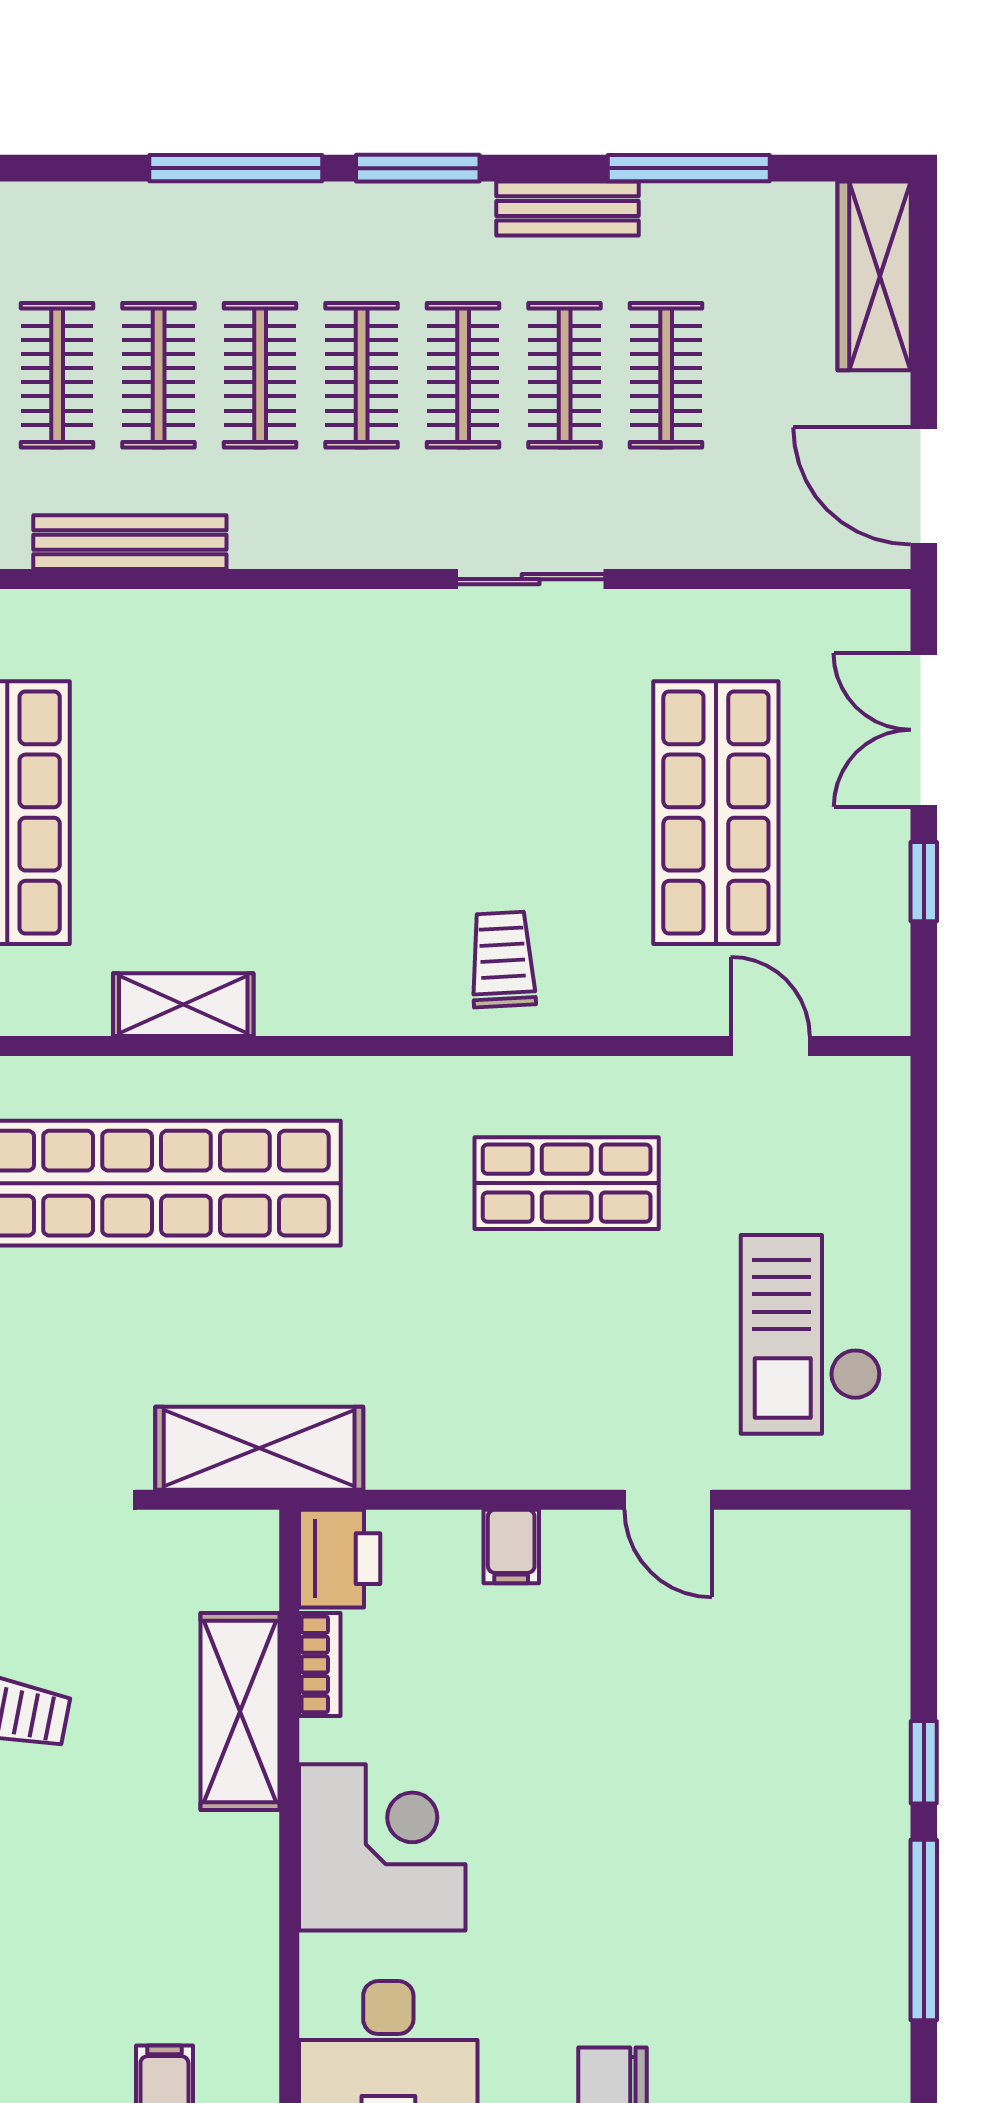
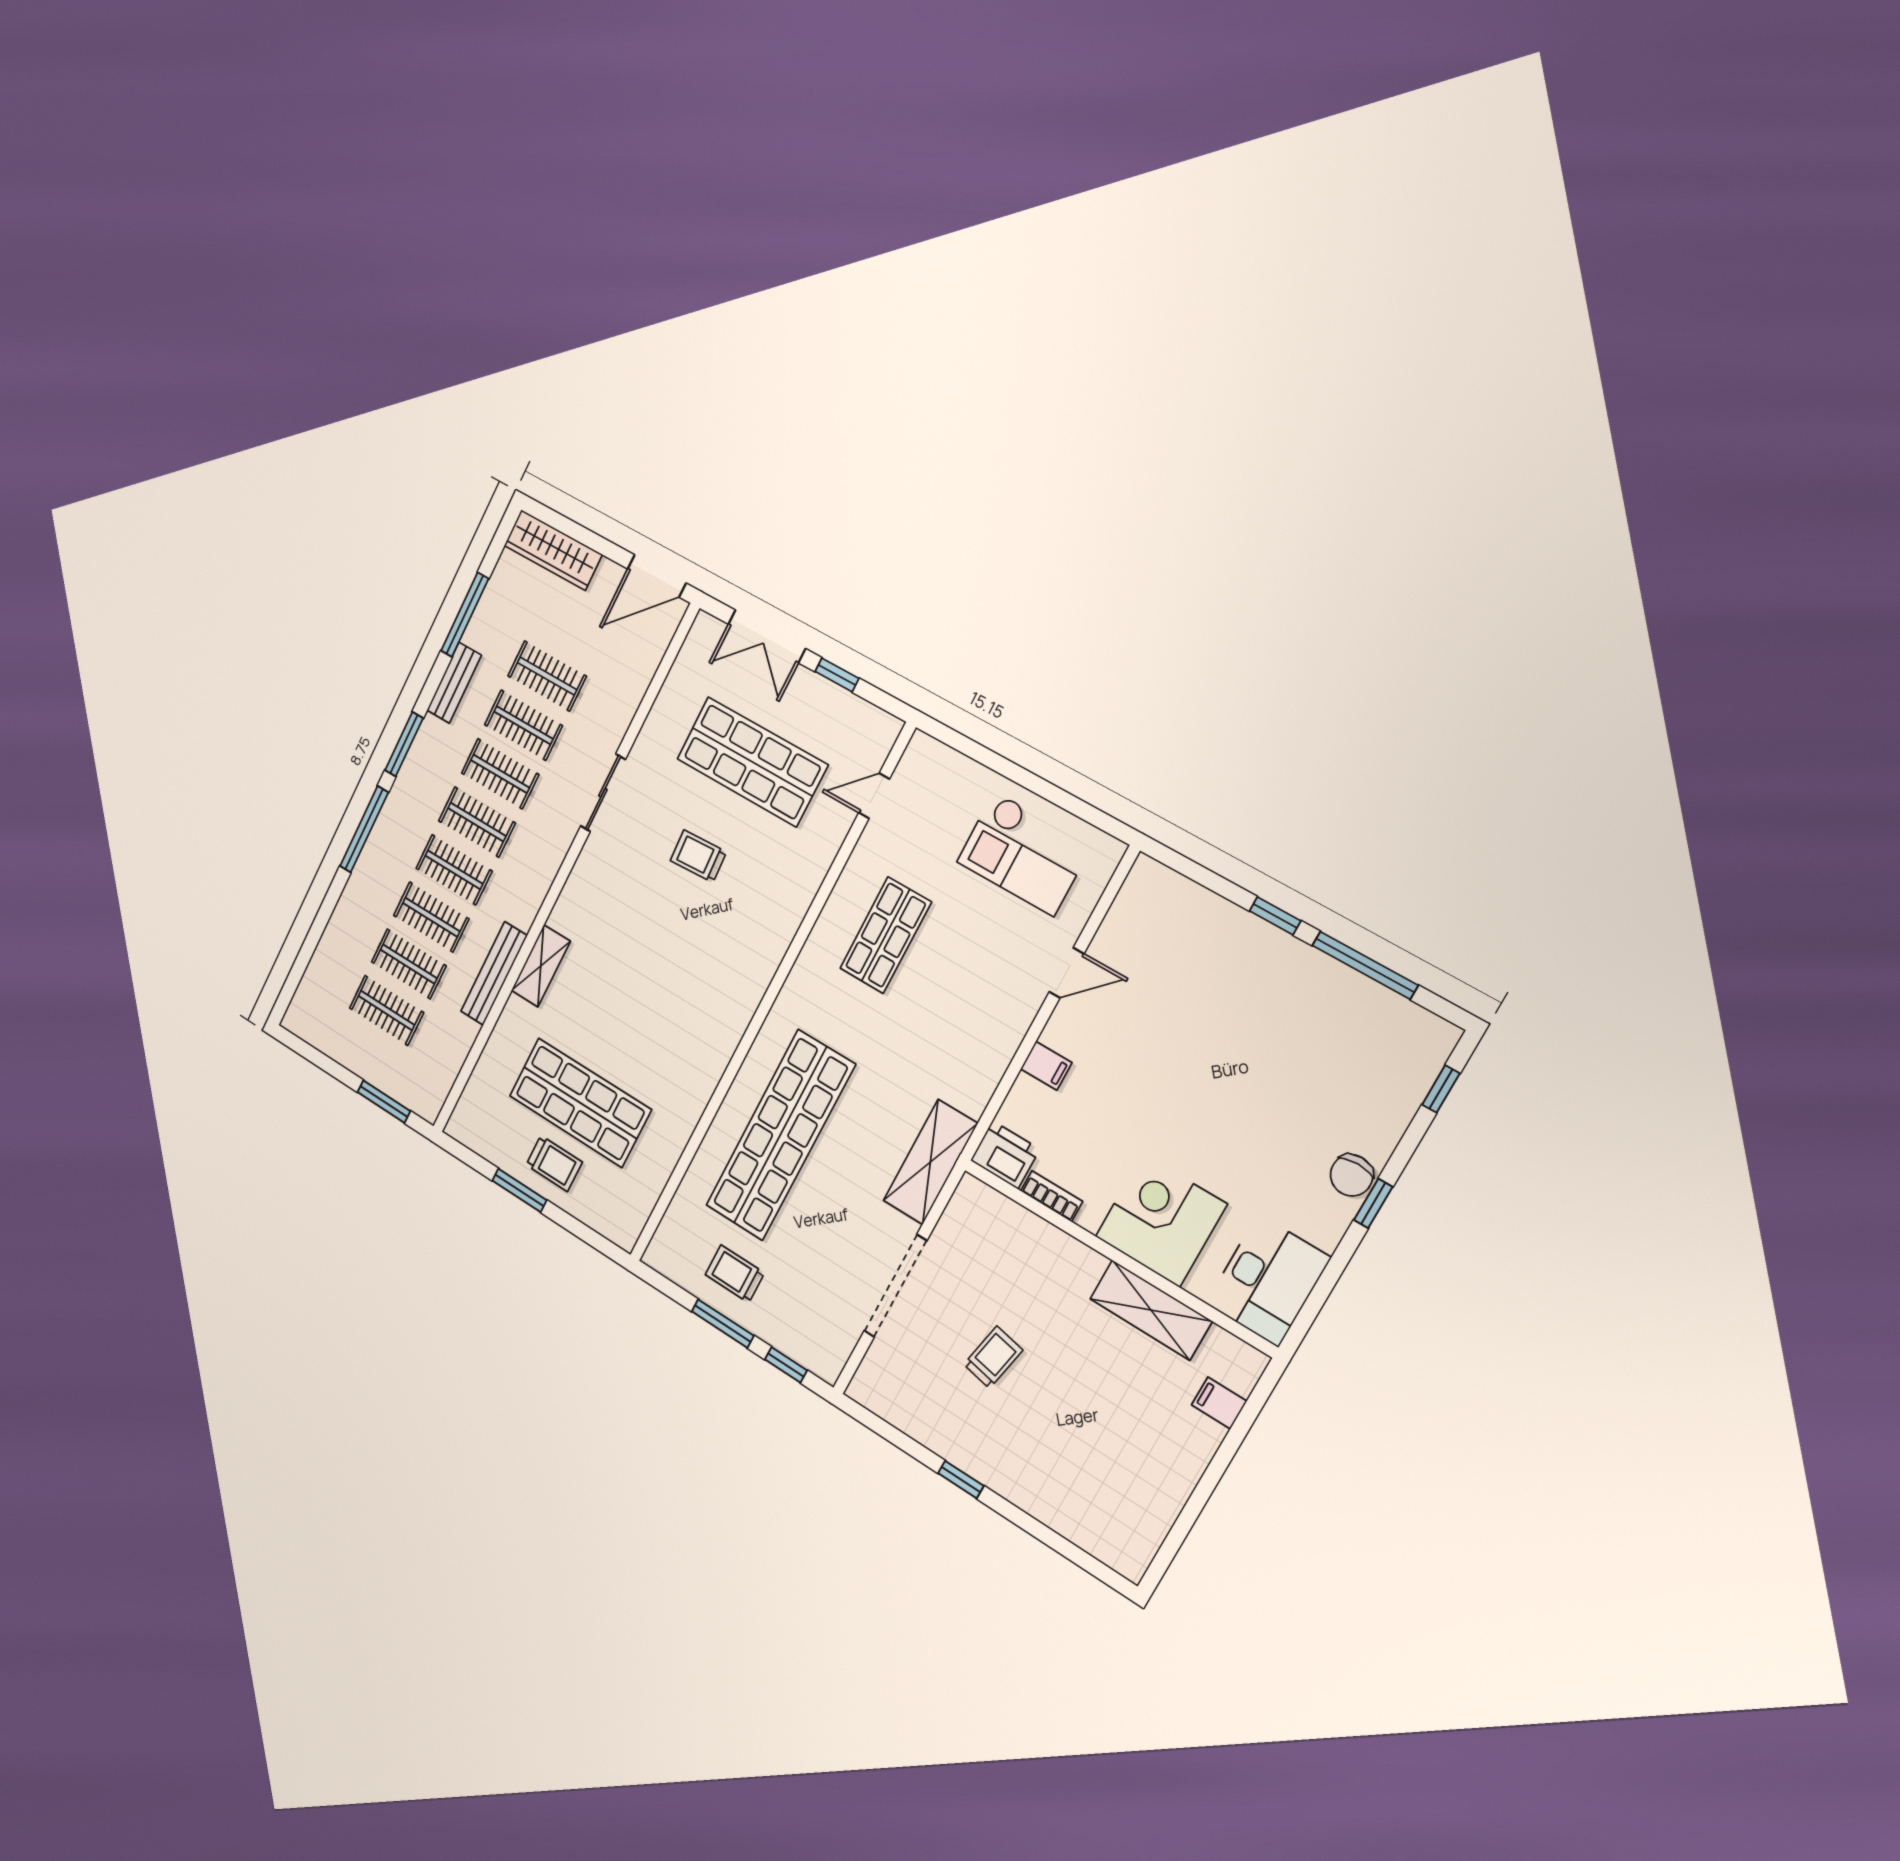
trolley: (503, 959) -> (698, 856), moved
shelving: (183, 1005) -> (541, 966), moved
shelving: (240, 1711) -> (1151, 1310), moved

